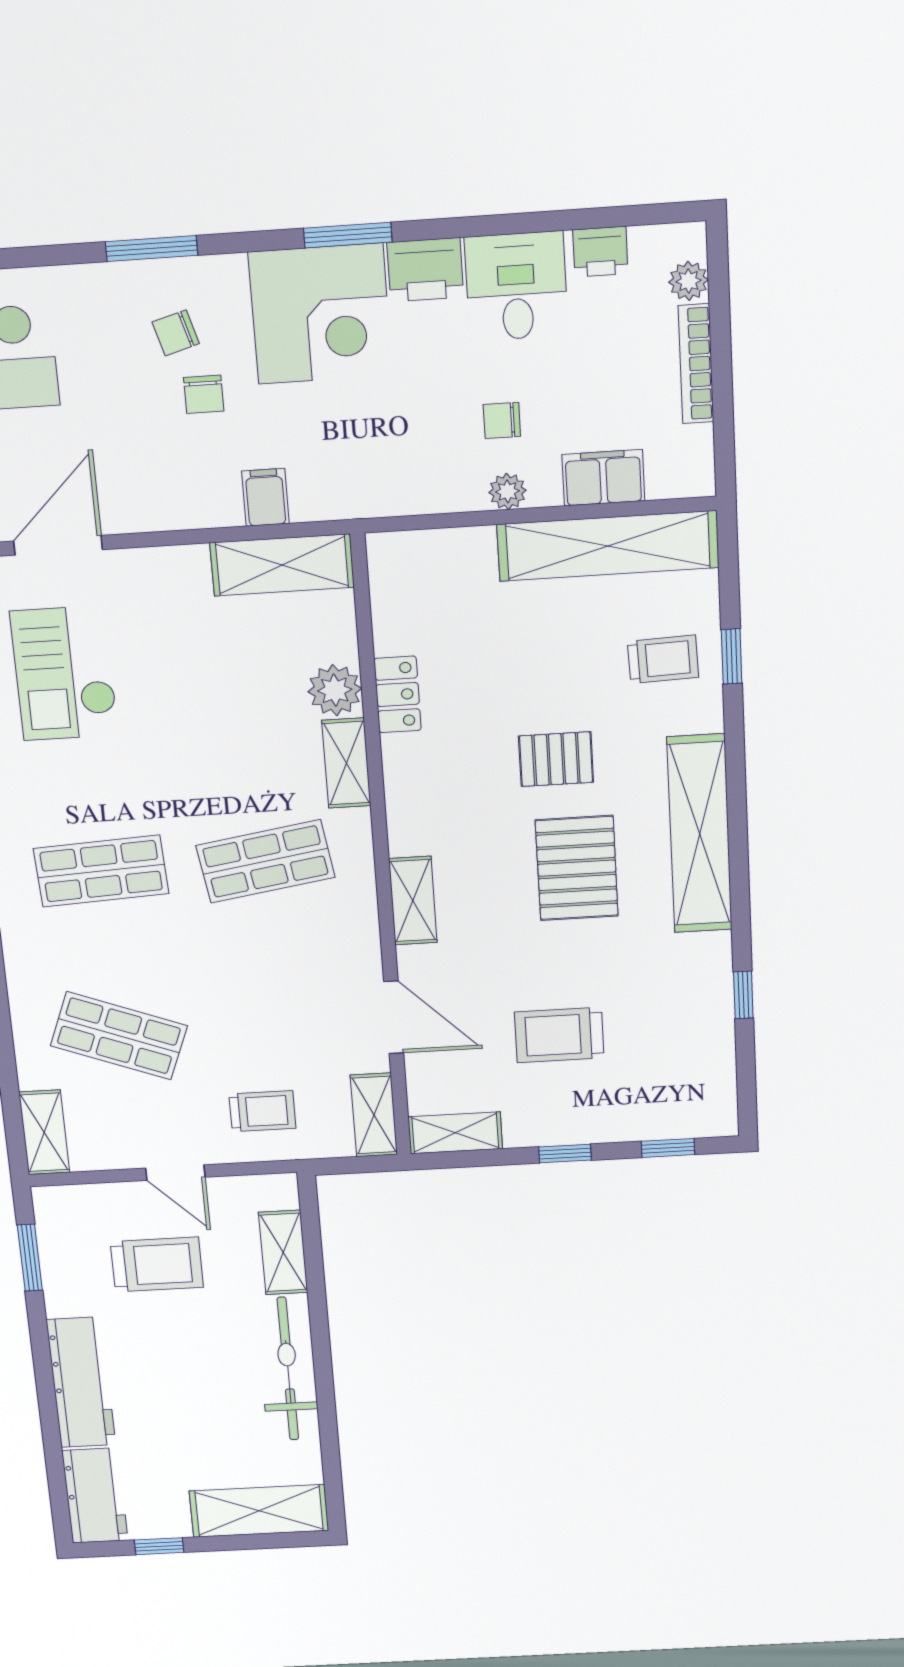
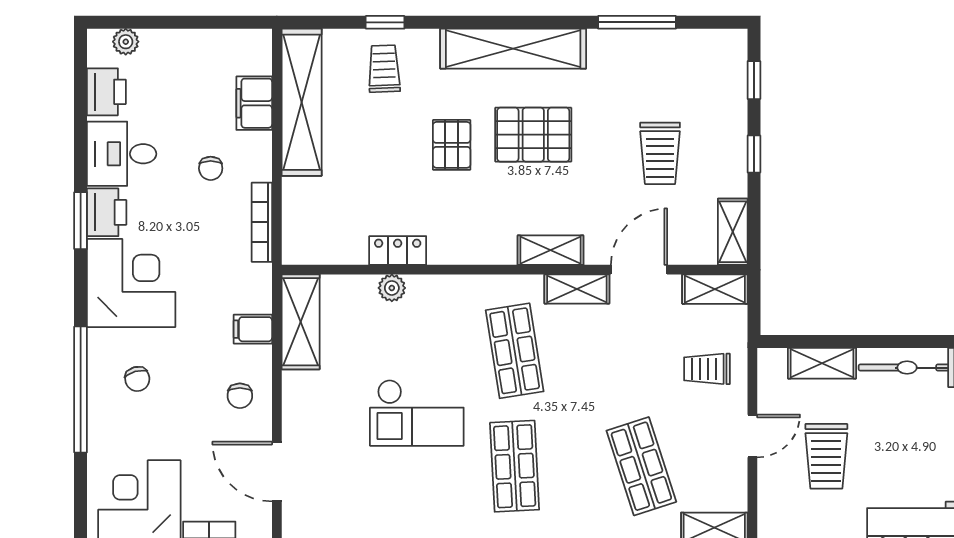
window: (348, 235) -> (81, 221), moved
window: (152, 248) -> (81, 390), width x2.11
printer: (600, 252) -> (106, 92), width x1.36, depth x1.24
bookcase: (696, 364) -> (262, 222), moved, turned 90
chair: (204, 394) -> (240, 396), moved, turned 90
plant: (508, 491) -> (259, 167), removed
checkout: (65, 673) -> (417, 413), moved
plant: (335, 690) -> (392, 288), width x0.73, depth x0.73
shelving: (346, 763) -> (577, 289), moved
window: (743, 995) -> (637, 22), width x2.17
shop shelf: (119, 1036) -> (641, 466), turned -39
trolley: (262, 1111) -> (707, 369), turned -90
trolley: (157, 1264) -> (826, 456), turned 180

